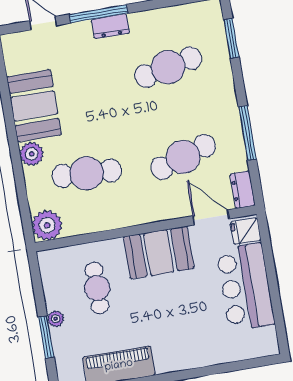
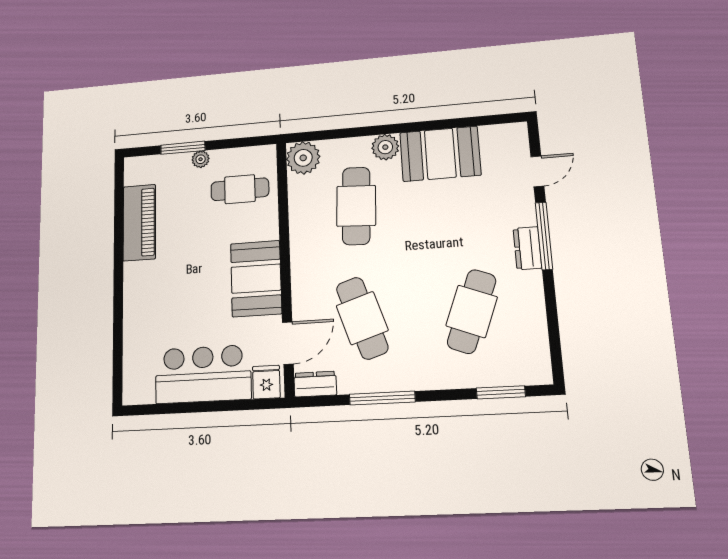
cafe table: (168, 67) -> (472, 311), turned 33
cafe table: (97, 288) -> (240, 189), moved

